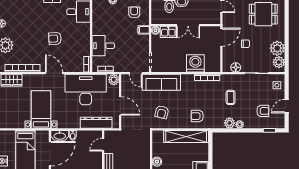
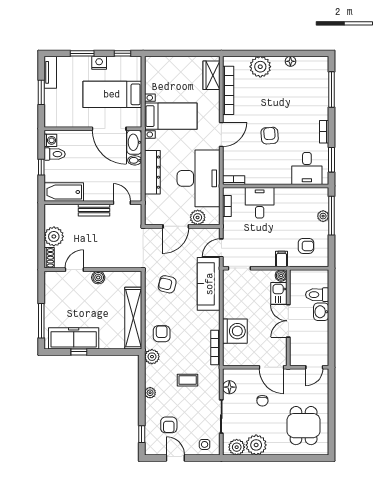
plant: (114, 80) -> (198, 217), moved
dresser: (96, 123) -> (152, 172), moved
plant: (229, 123) -> (152, 357), moved

